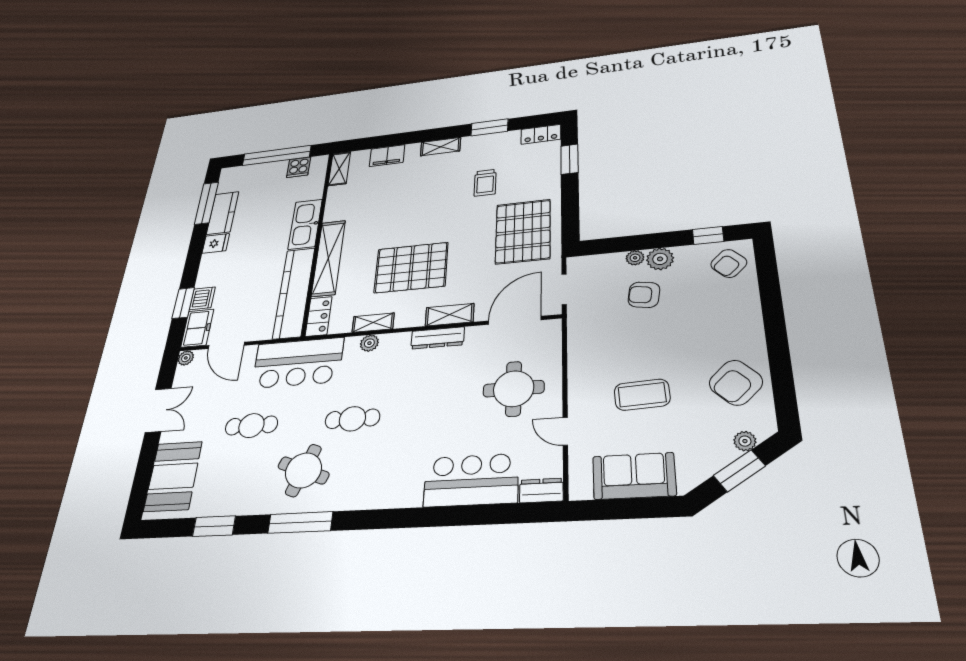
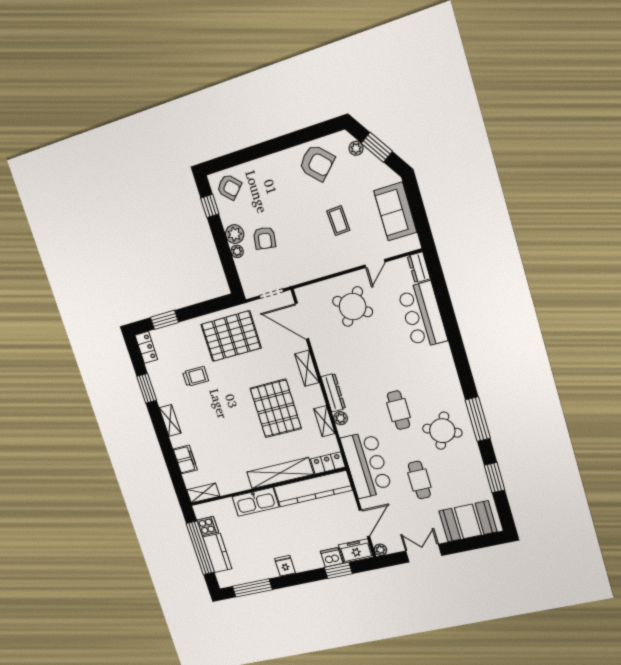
kitchen counter: (223, 213) -> (217, 553), moved, turned 90
dresser: (438, 338) -> (333, 393), moved
round table: (514, 389) -> (353, 307), turned 35
coffee table: (642, 395) -> (338, 221), width x0.73, depth x0.77

